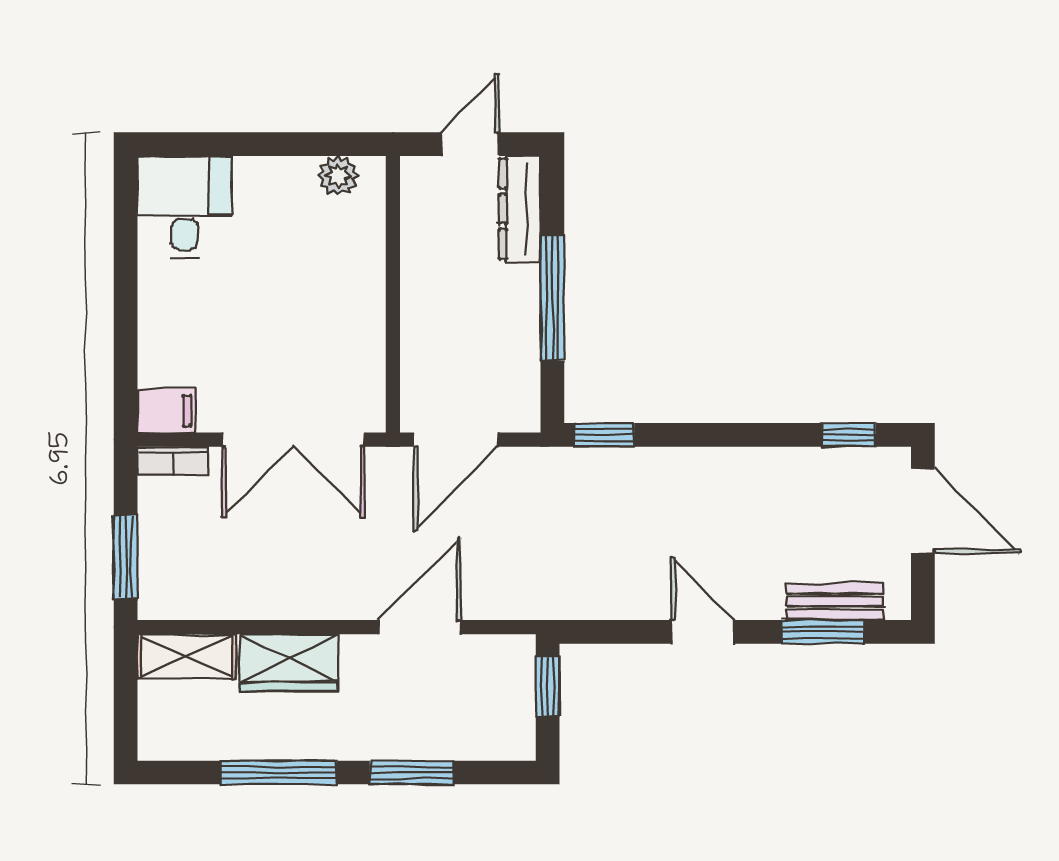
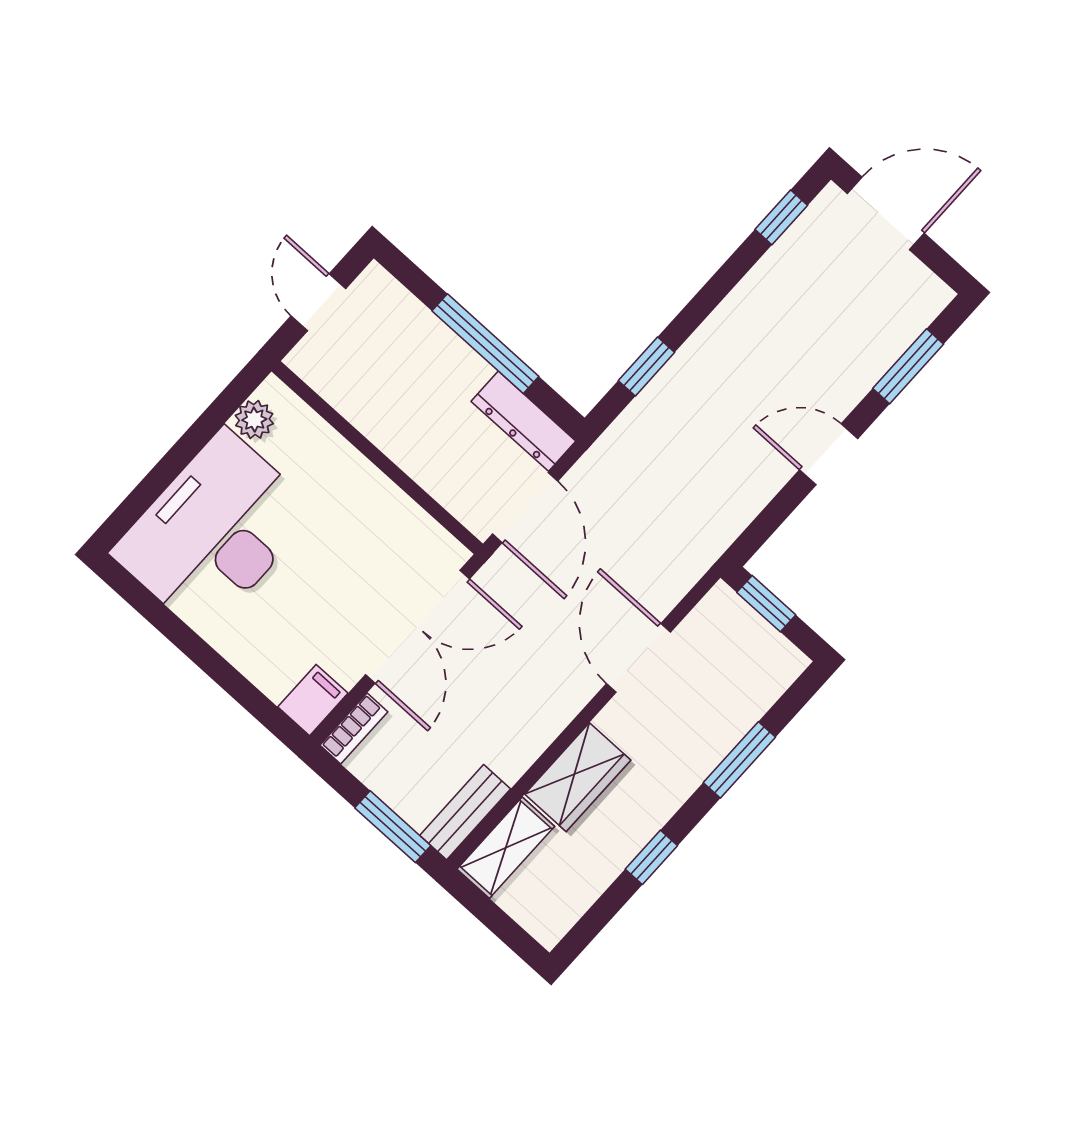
desk: (185, 207) -> (214, 532), width x1.87, depth x1.30
dresser: (520, 209) -> (523, 421), moved
window: (604, 435) -> (646, 366), moved
bench: (835, 602) -> (465, 812), moved
window: (278, 773) -> (651, 857), width x0.46

